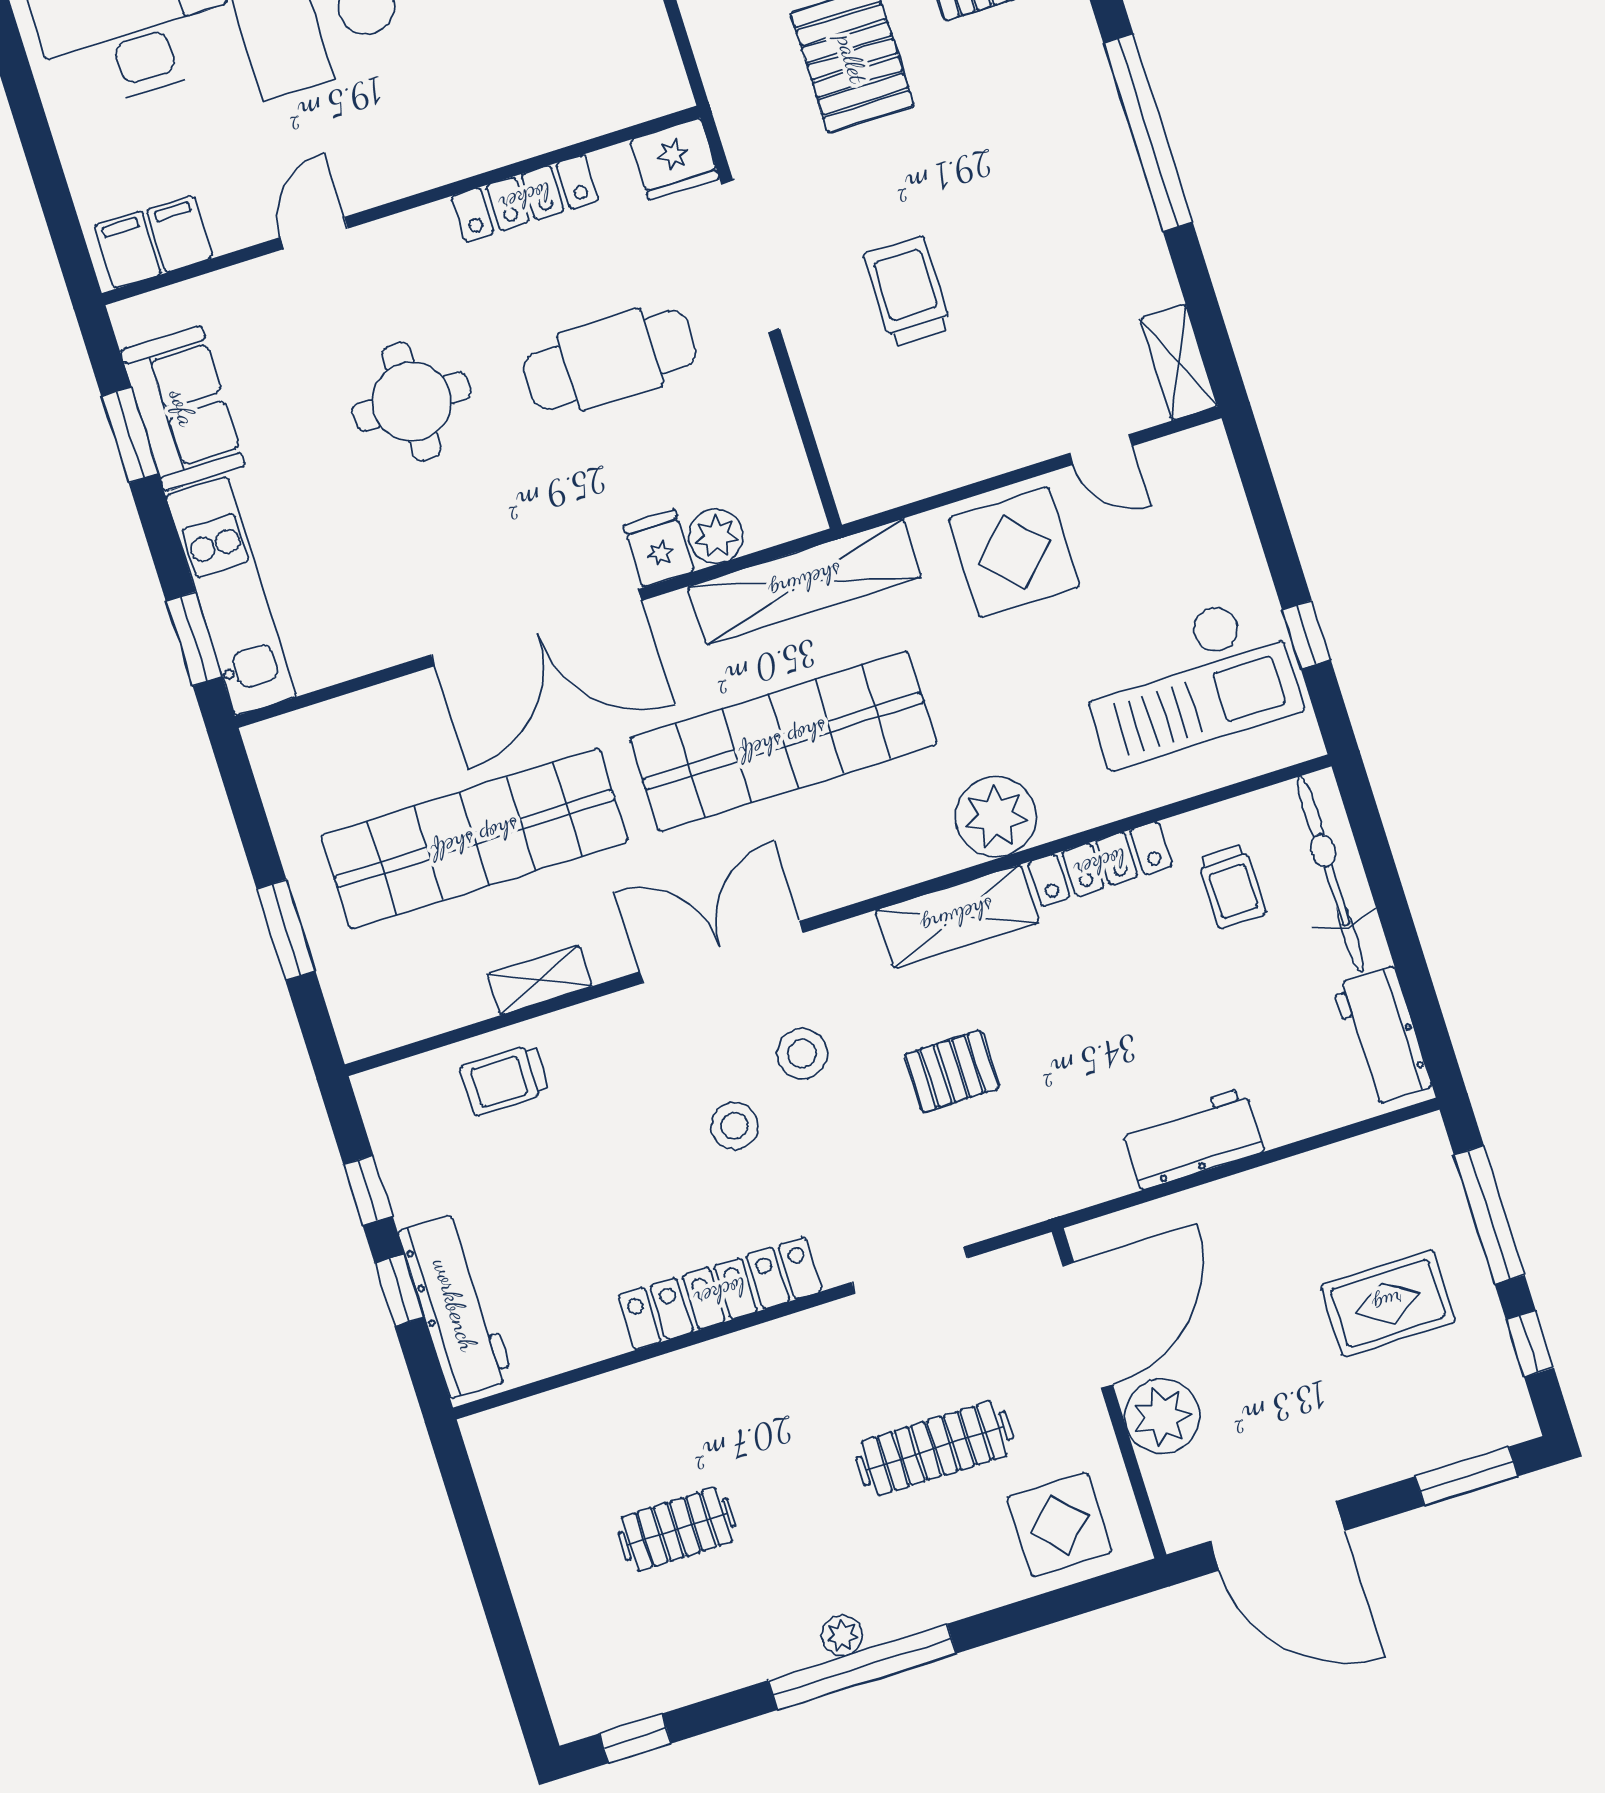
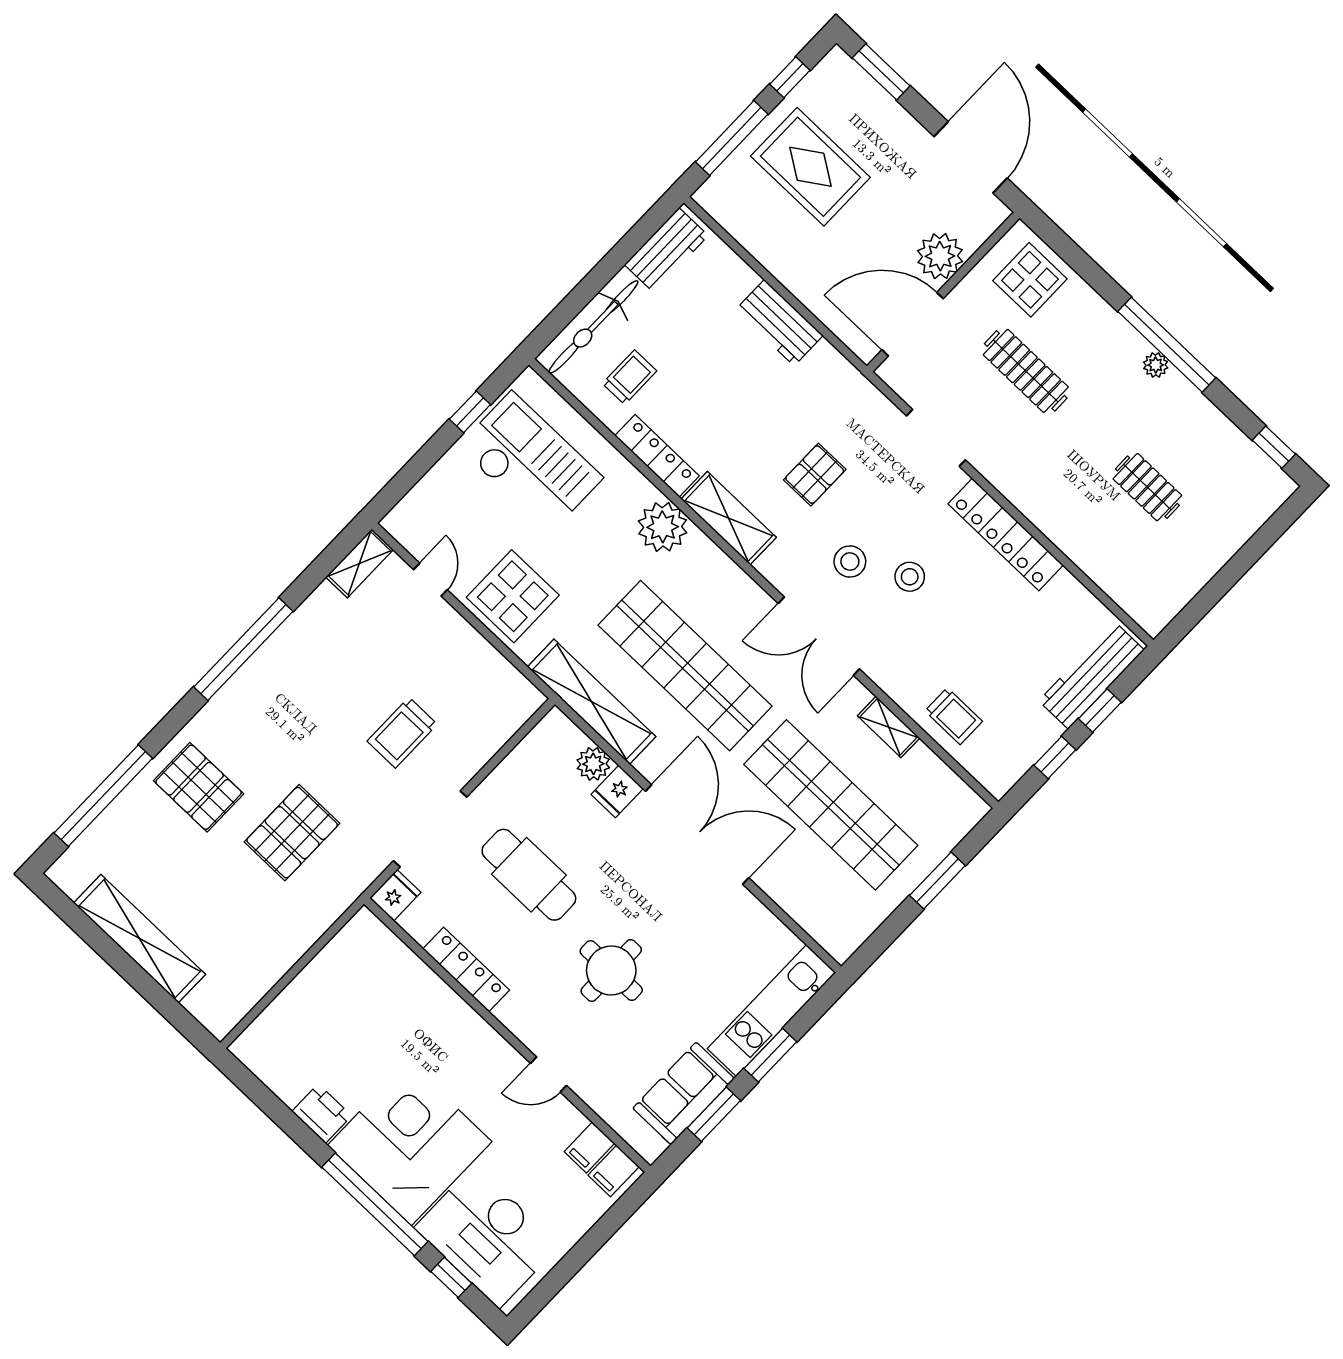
fridge: (675, 159) -> (395, 895), width x0.72
window: (194, 639) -> (770, 1055), moved
pallet: (952, 1071) -> (815, 475), turned 90
rug: (1388, 1303) -> (810, 167), width x1.36, depth x1.43

